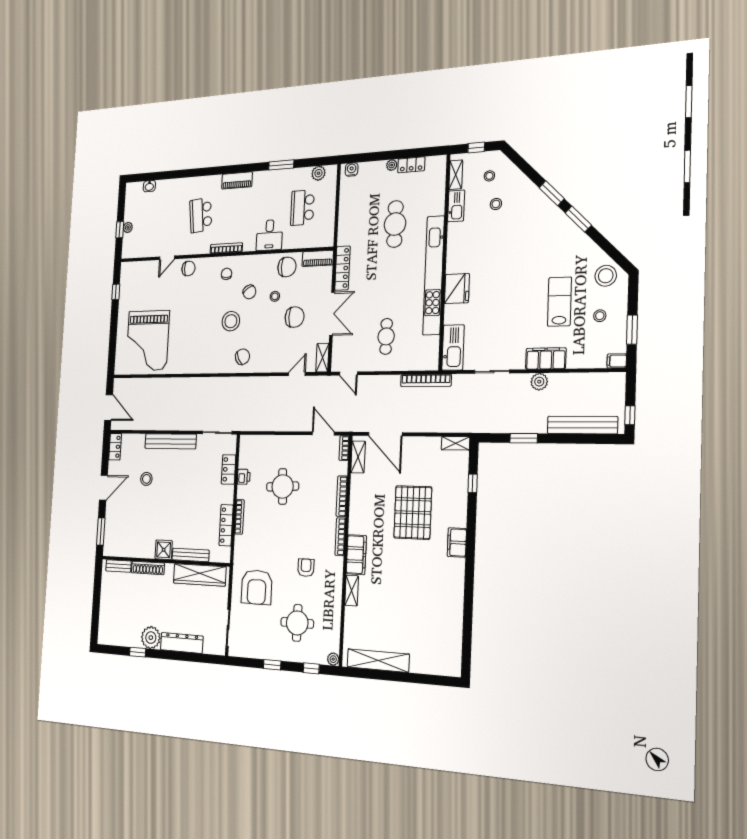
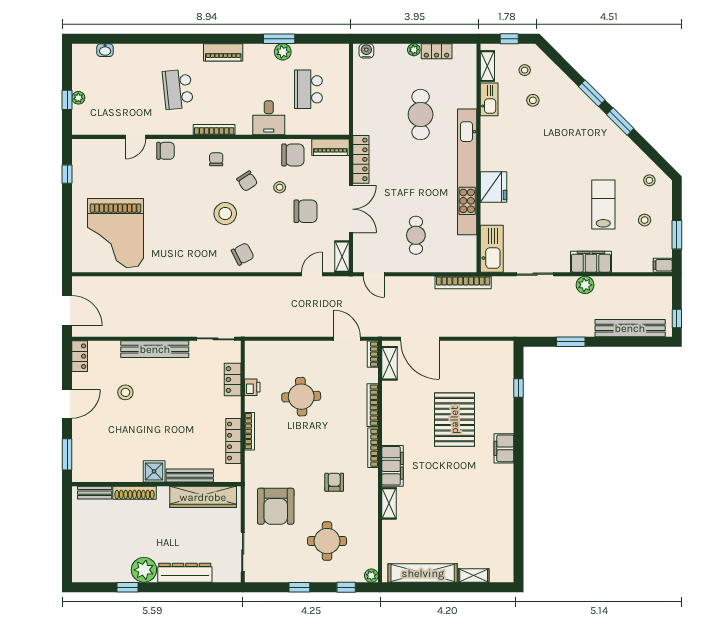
plant: (318, 173) -> (283, 52), moved
stool: (606, 276) -> (649, 180), width x0.53, depth x0.53
shelving: (456, 443) -> (474, 575), moved

